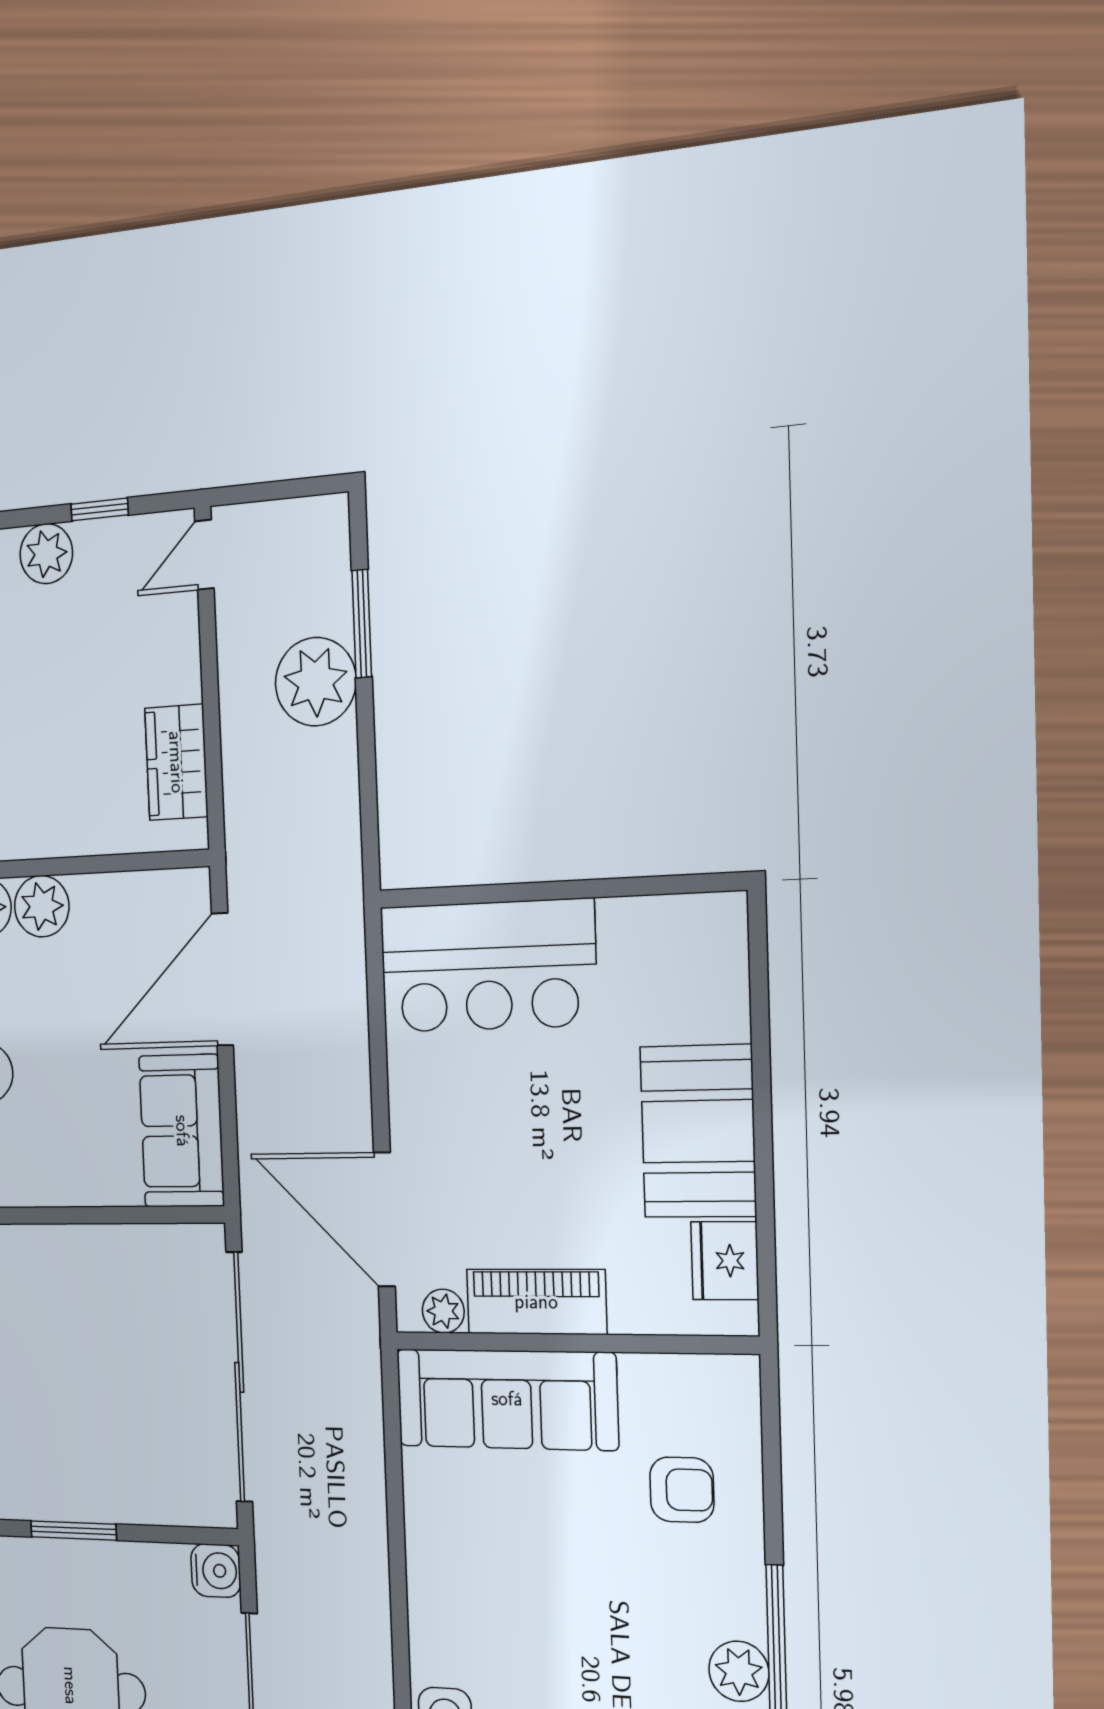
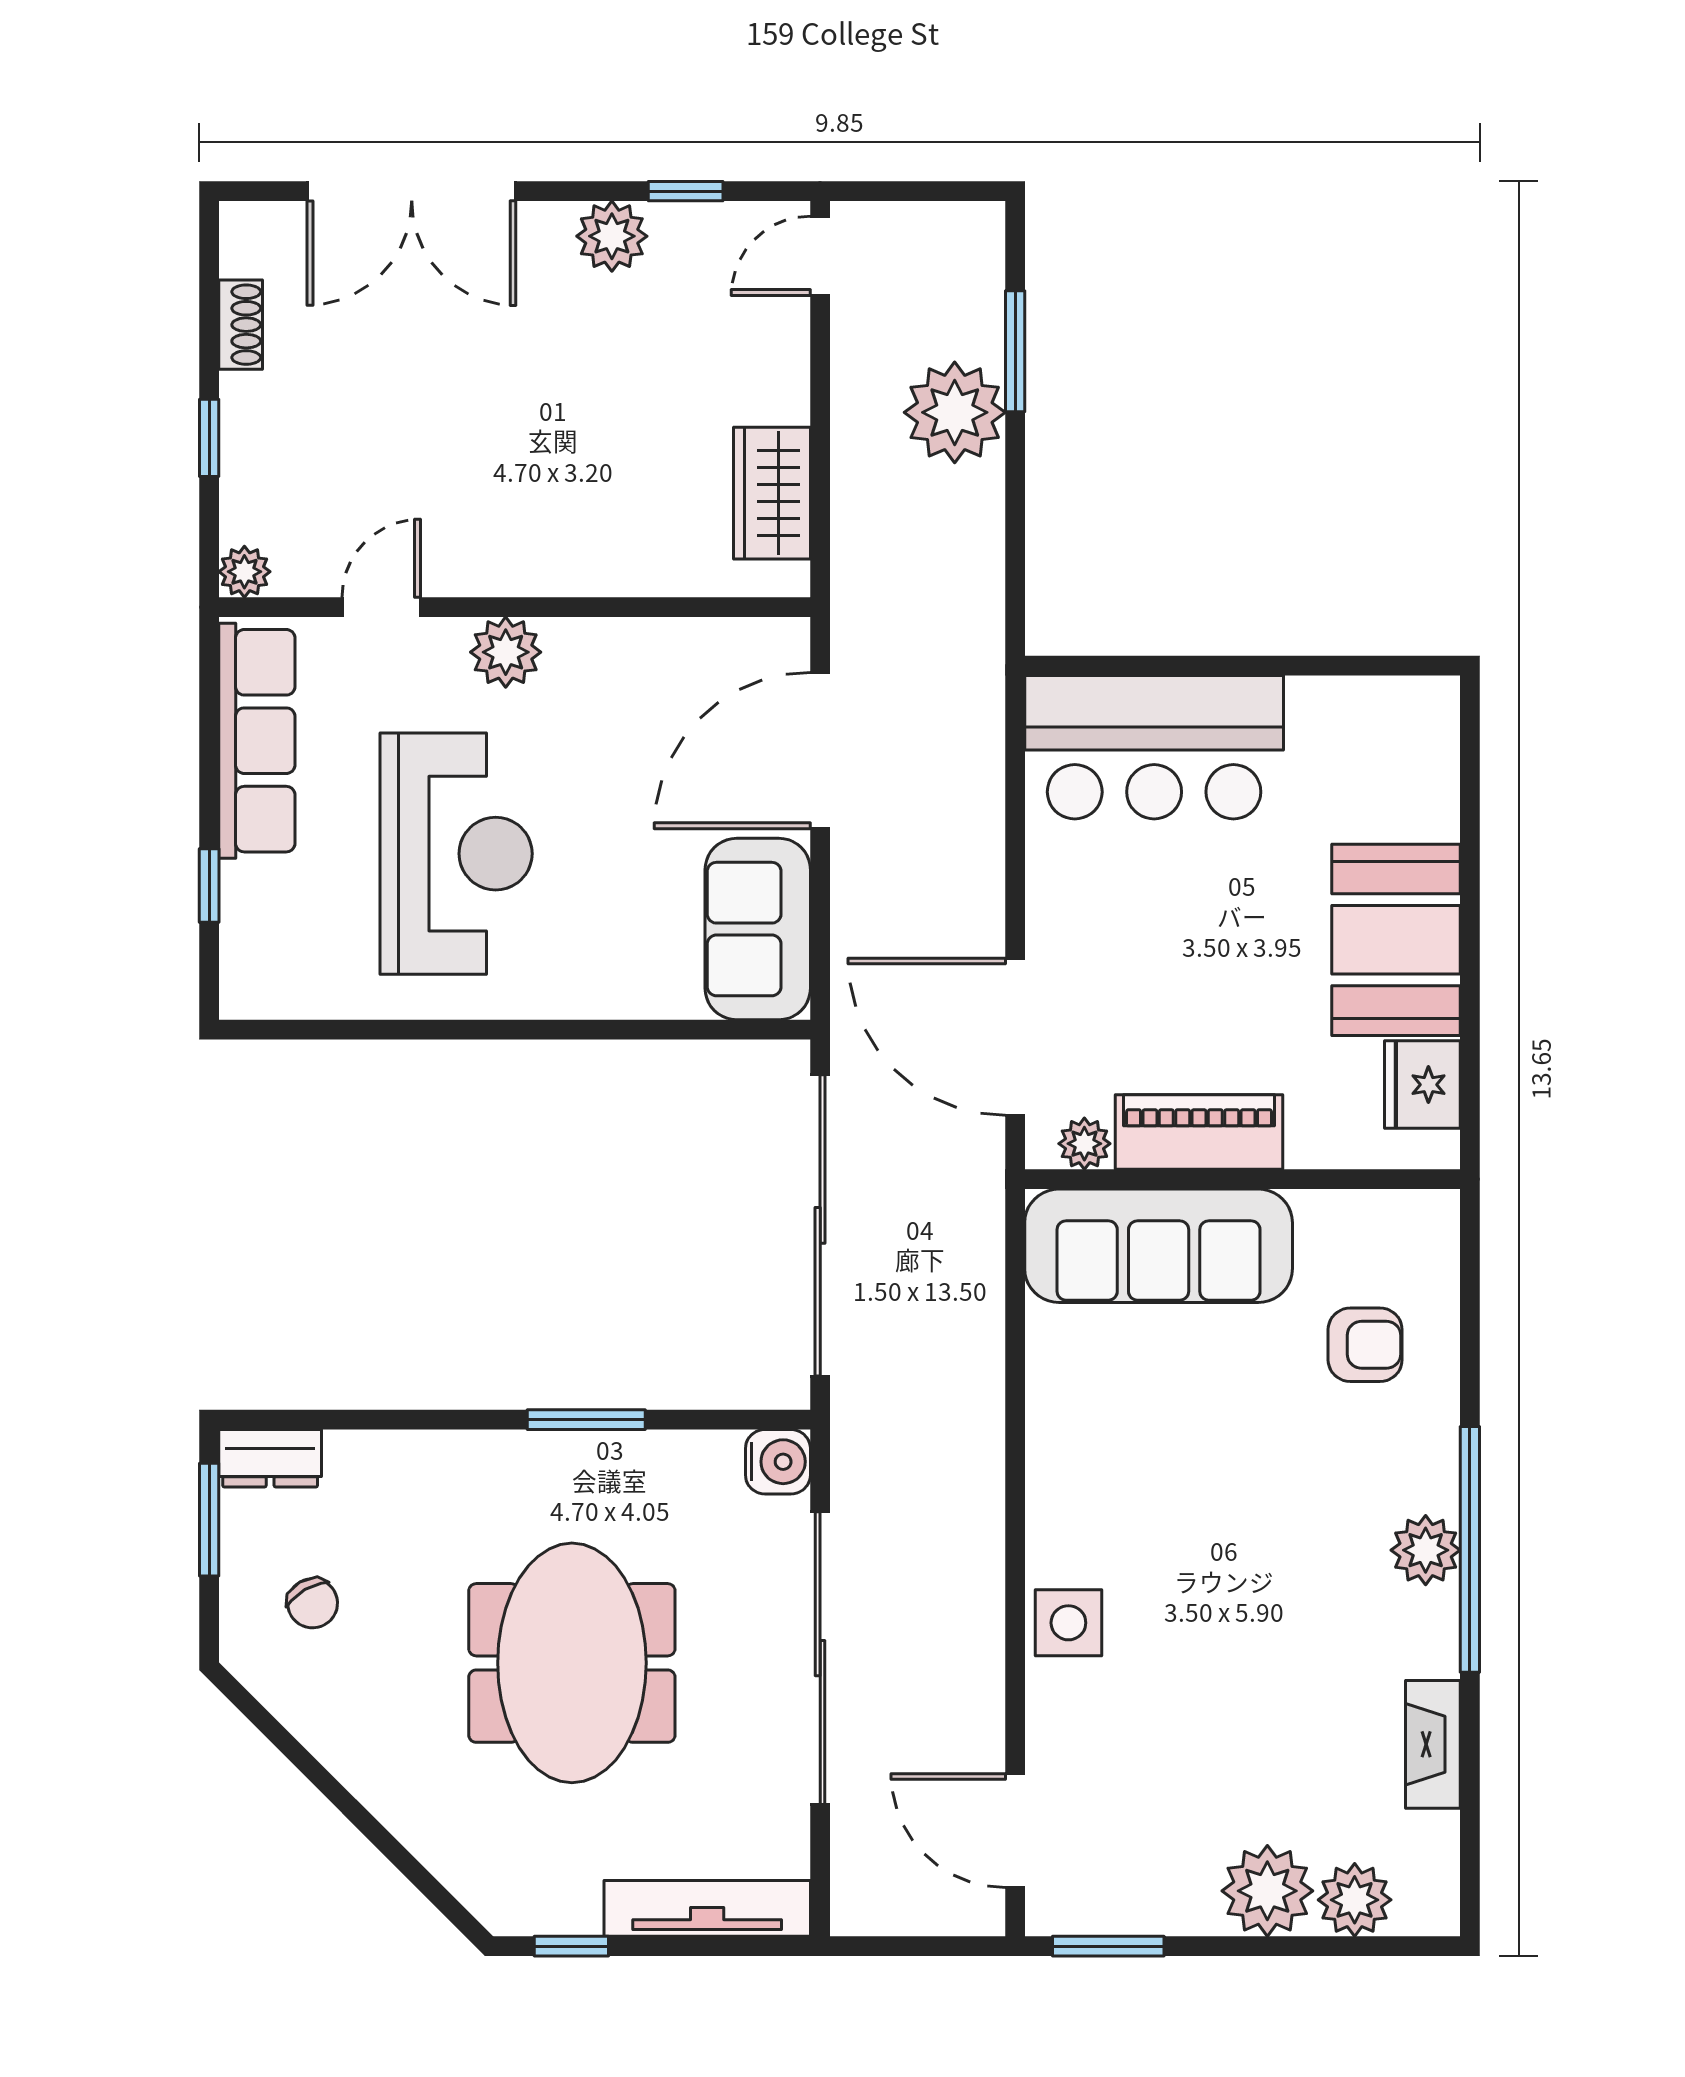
plant: (42, 906) -> (583, 654), removed

